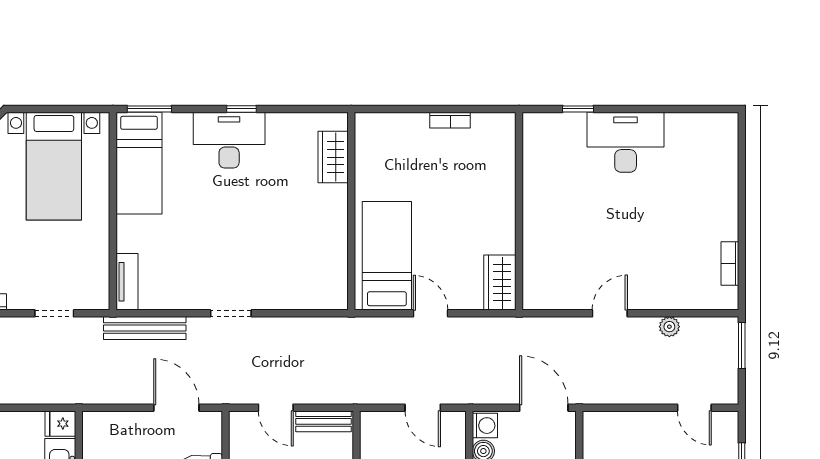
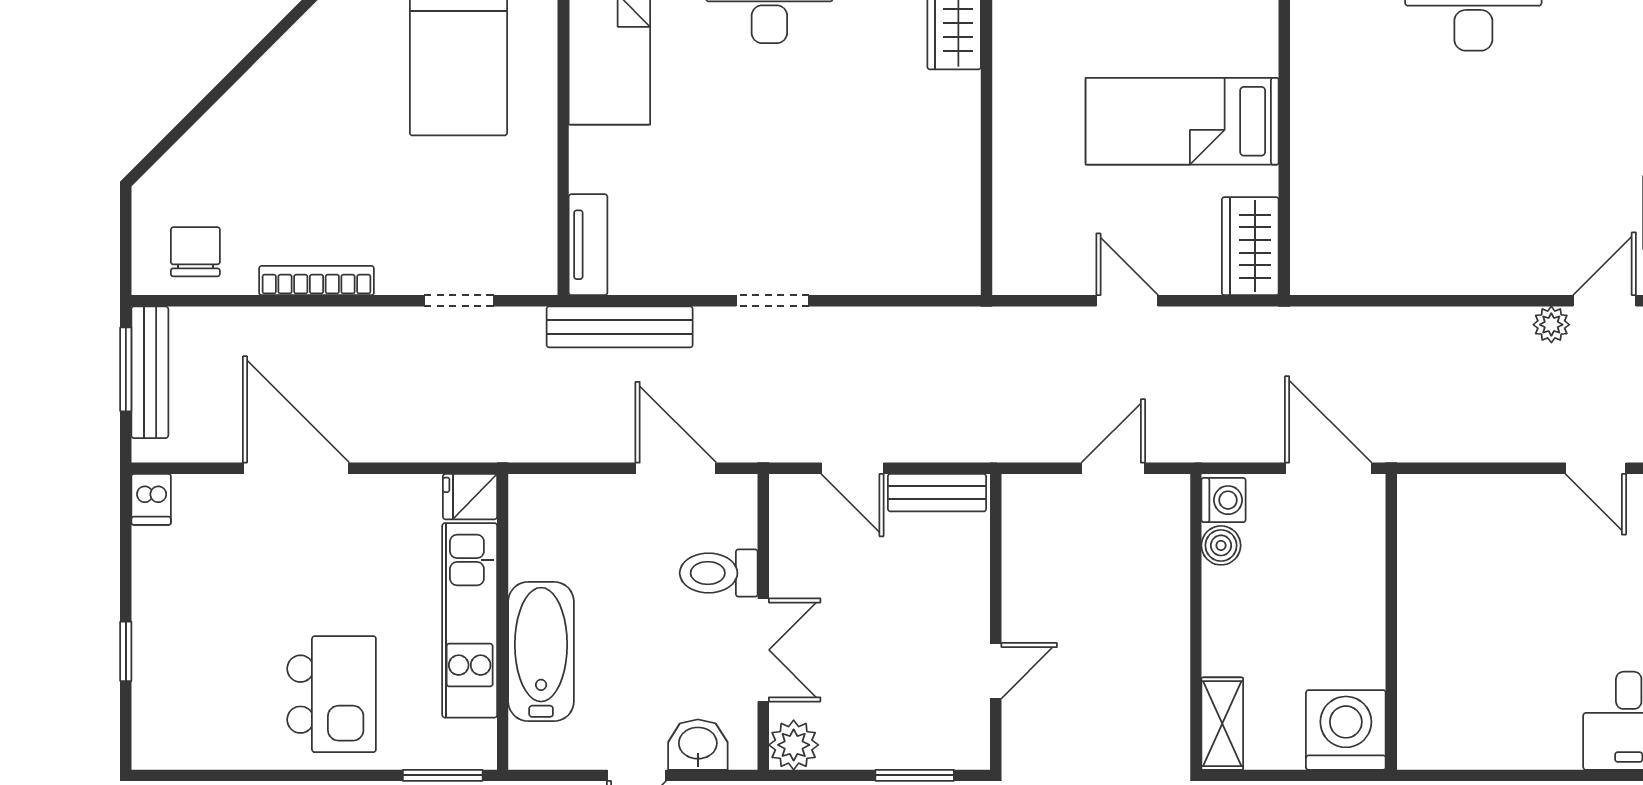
bed: (387, 256) -> (1182, 121), moved, turned -90
door: (610, 313) -> (1605, 301), moved
door: (423, 408) -> (1113, 468), swing flipped

